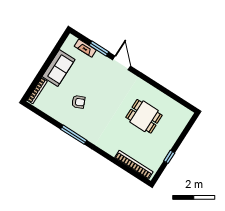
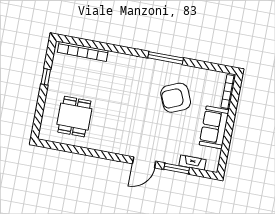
door: (122, 63) -> (144, 162), hinge flipped
armchair: (78, 102) -> (176, 98), width x1.88, depth x1.88
dining table: (144, 116) -> (74, 117), moved, turned 90

